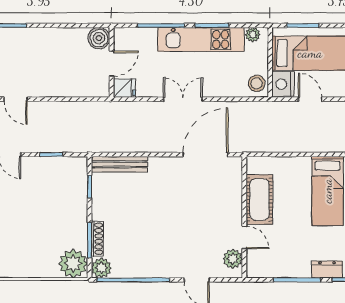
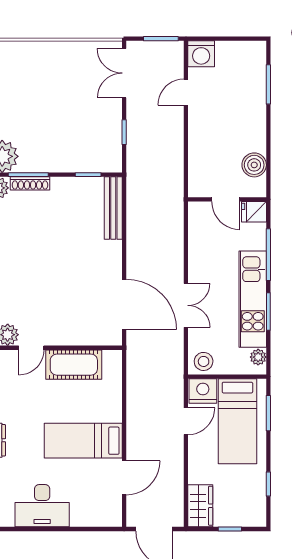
boiler: (99, 38) -> (254, 165), moved
fridge: (124, 88) -> (254, 212), moved, turned 90
double door: (183, 99) -> (186, 305), moved

